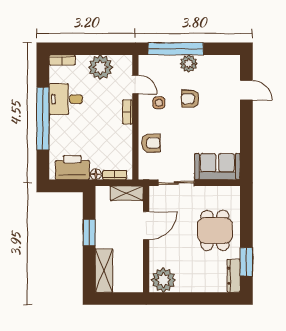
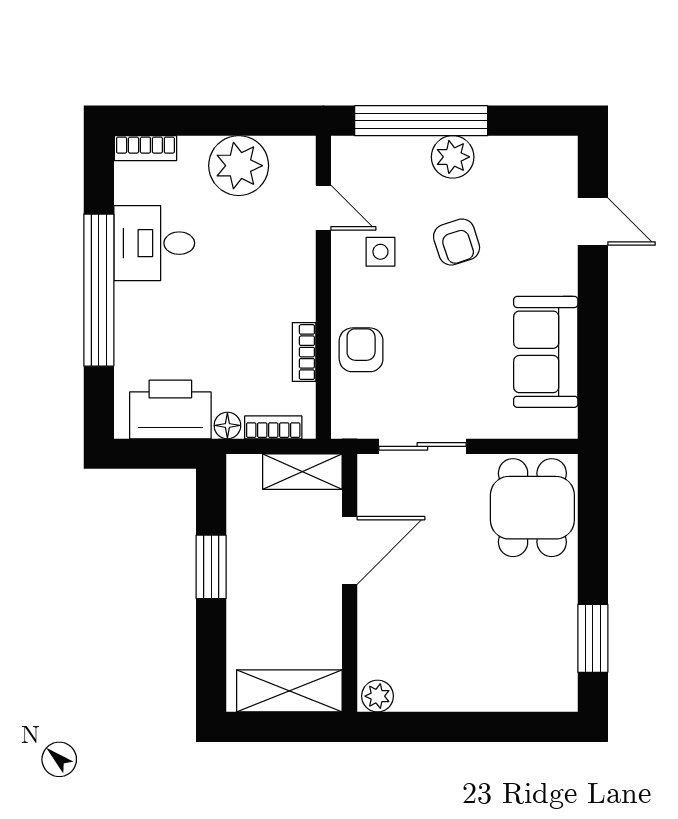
armchair: (190, 99) -> (457, 242), turned -108
bookcase: (127, 112) -> (304, 352), moved
armchair: (151, 143) -> (361, 350), turned -90
sofa: (217, 167) -> (546, 352), moved, turned -90
dining table: (215, 230) -> (532, 508), moved
shelving: (104, 271) -> (289, 691), moved, turned 90
dresser: (234, 276) -> (562, 672), removed
plant: (163, 280) -> (378, 696), width x0.53, depth x0.53

